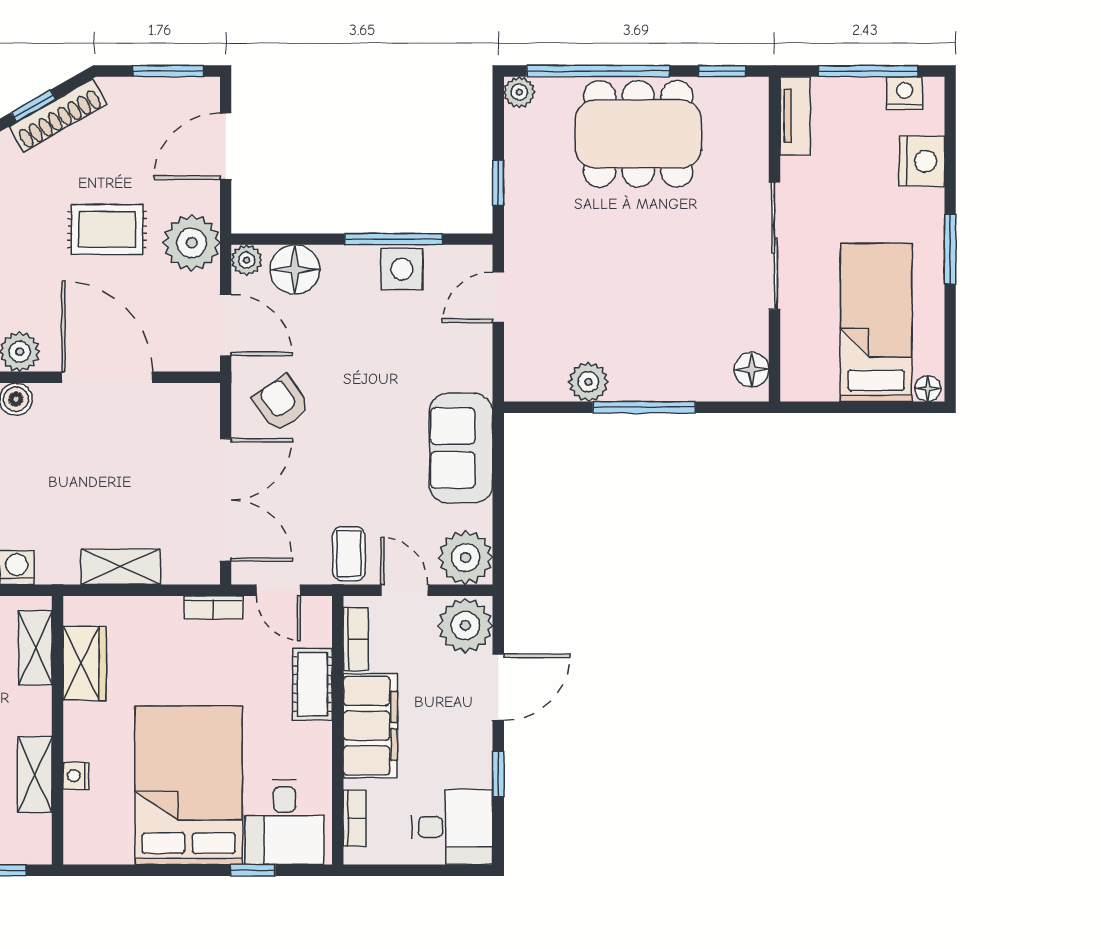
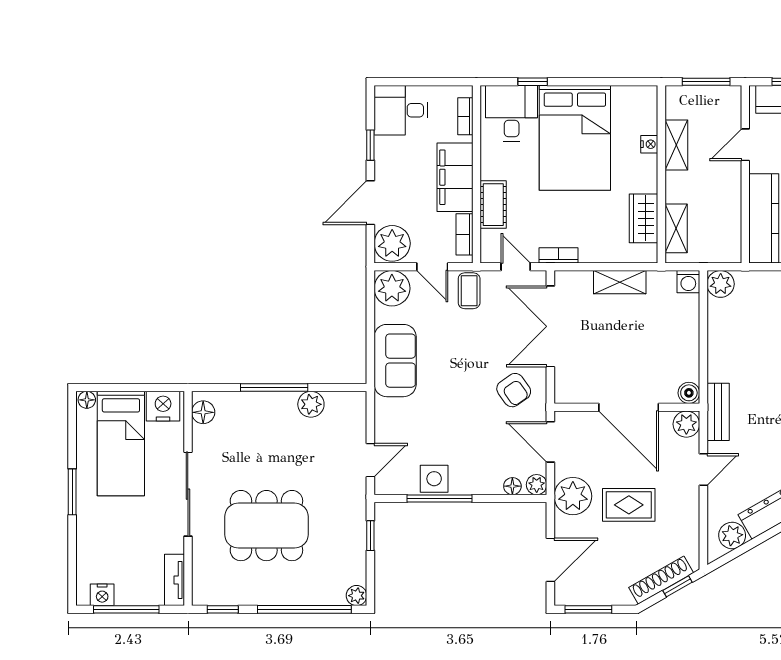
dining table: (638, 134) -> (266, 526), moved
nightstand: (922, 161) -> (163, 406), moved, turned 90
floor lamp: (295, 269) -> (512, 486), width x0.53, depth x0.53

